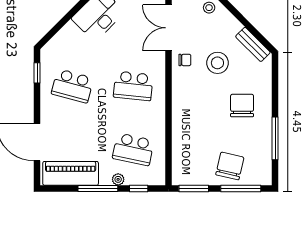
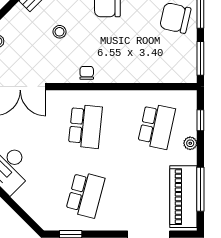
chair: (185, 60) -> (87, 73), moved
stool: (217, 63) -> (60, 32), width x0.53, depth x0.53
window: (98, 188) -> (200, 189), moved

